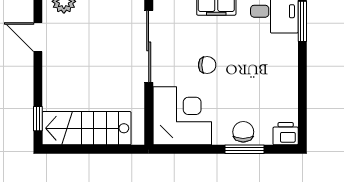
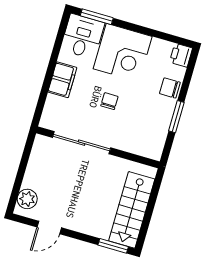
corner desk: (182, 116) -> (123, 53), moved, turned 180
window: (38, 119) -> (113, 246), width x1.50
window: (244, 149) -> (176, 117), moved

